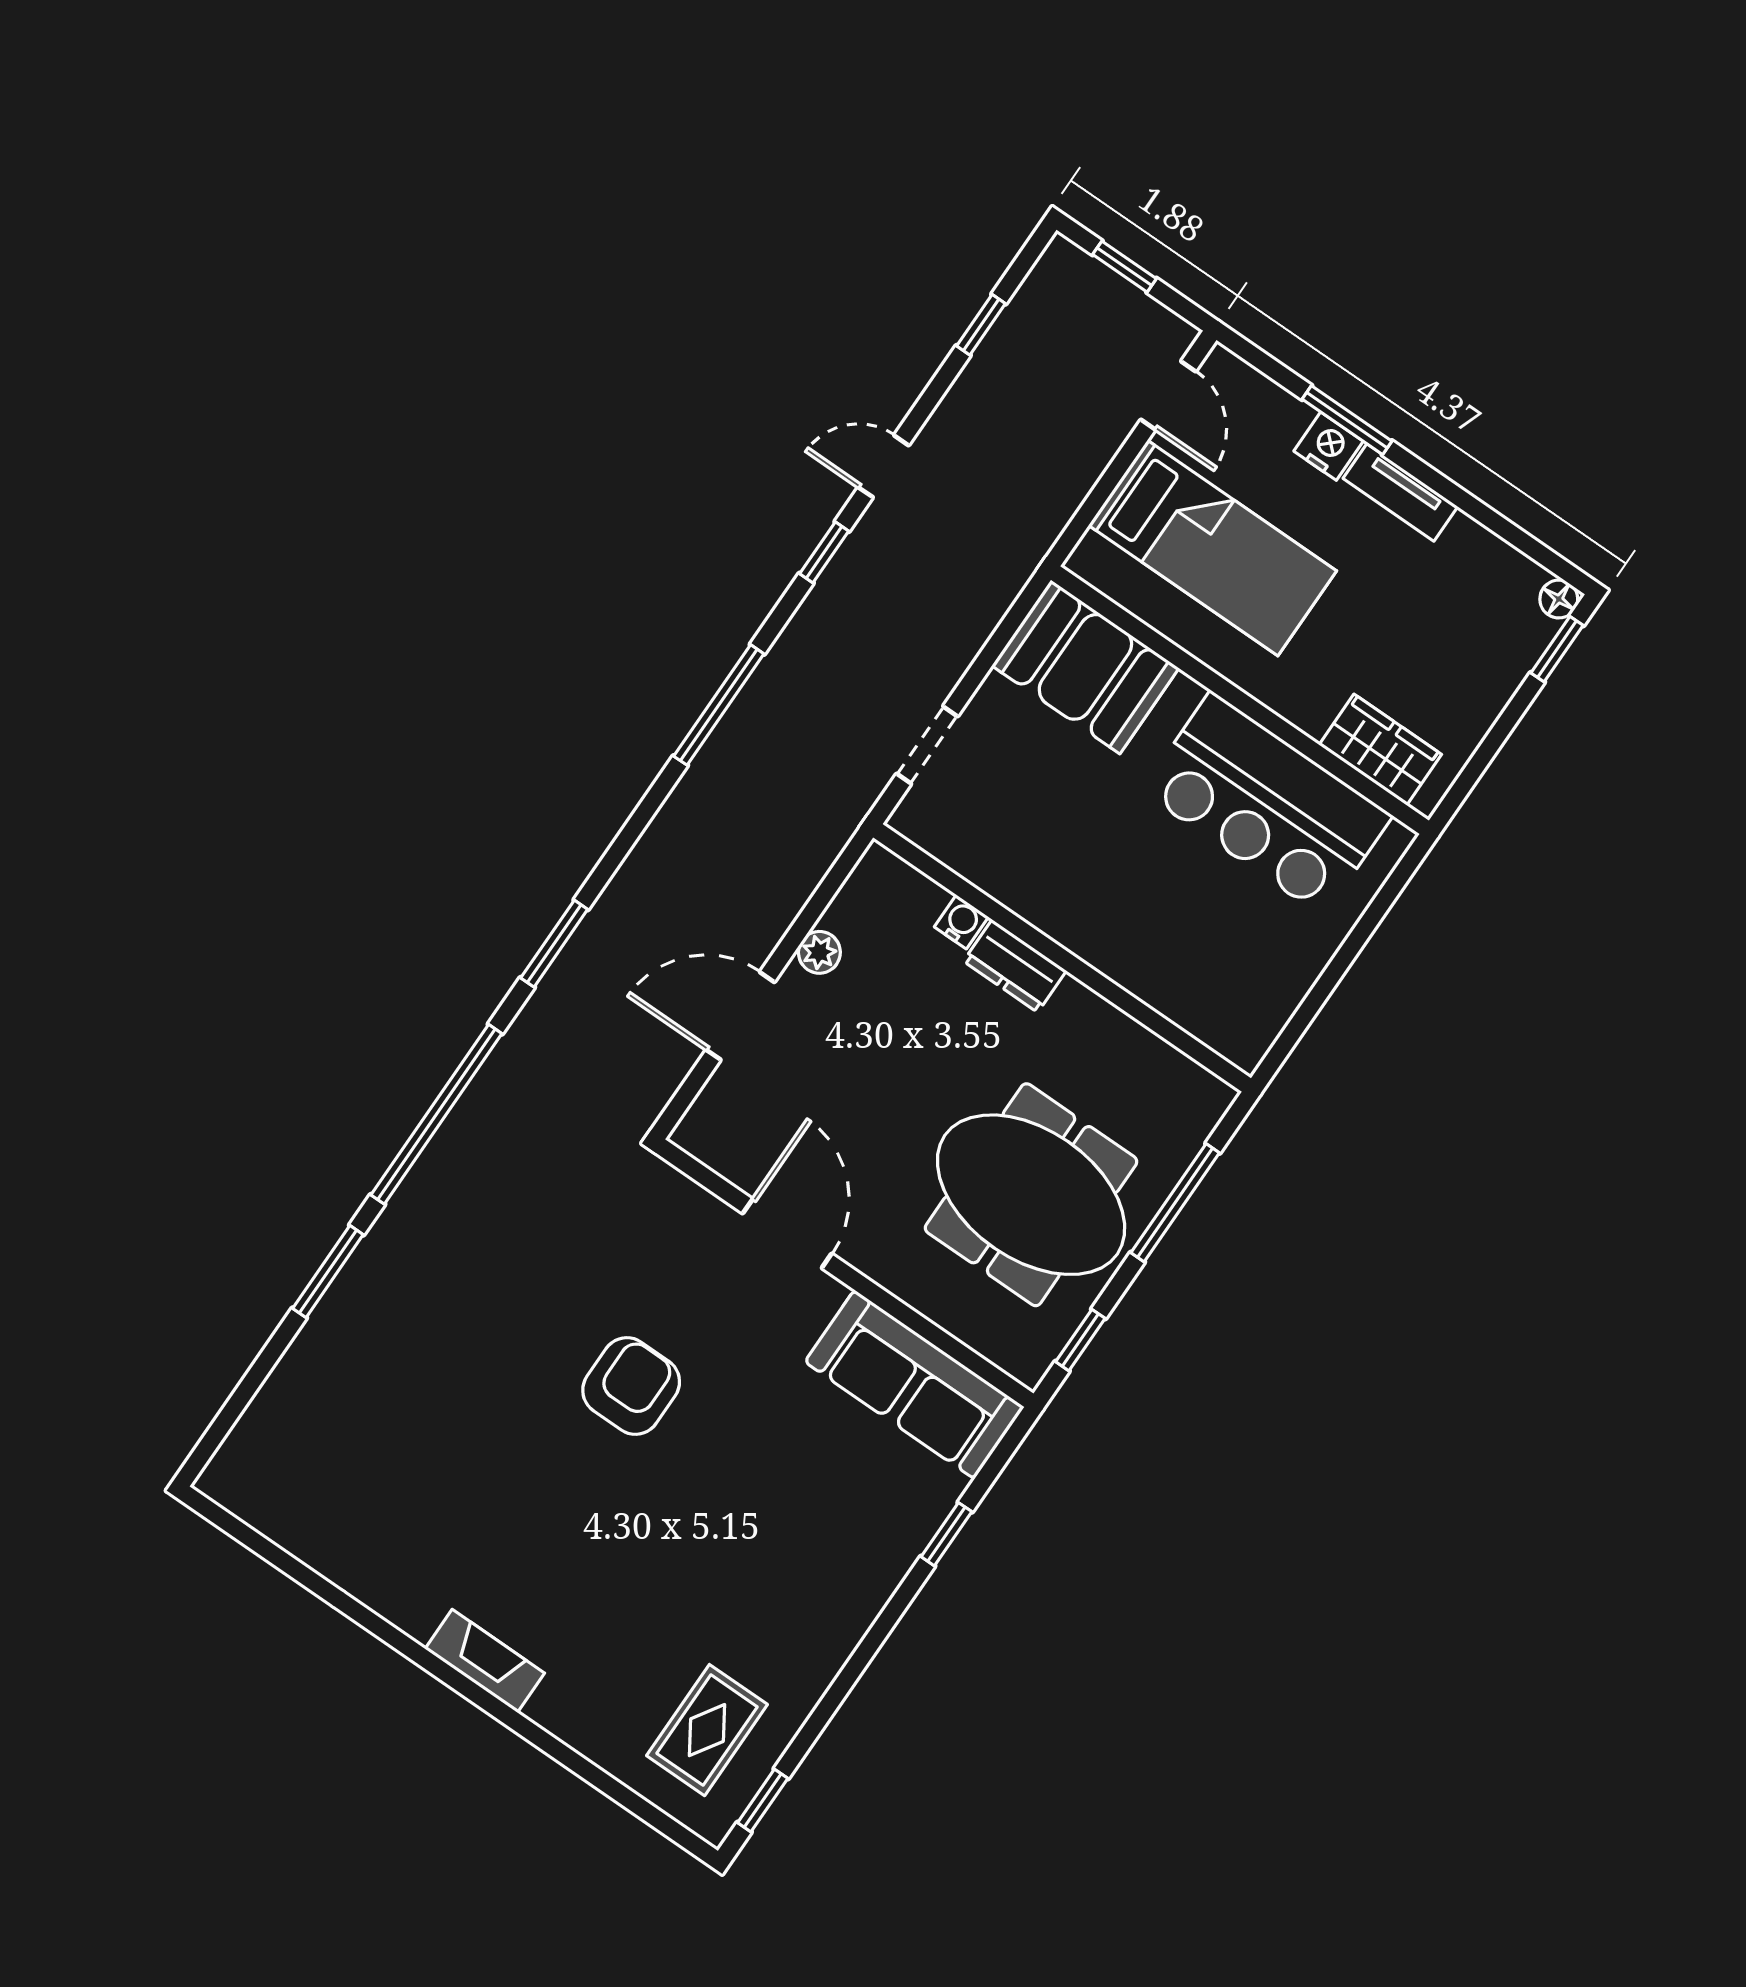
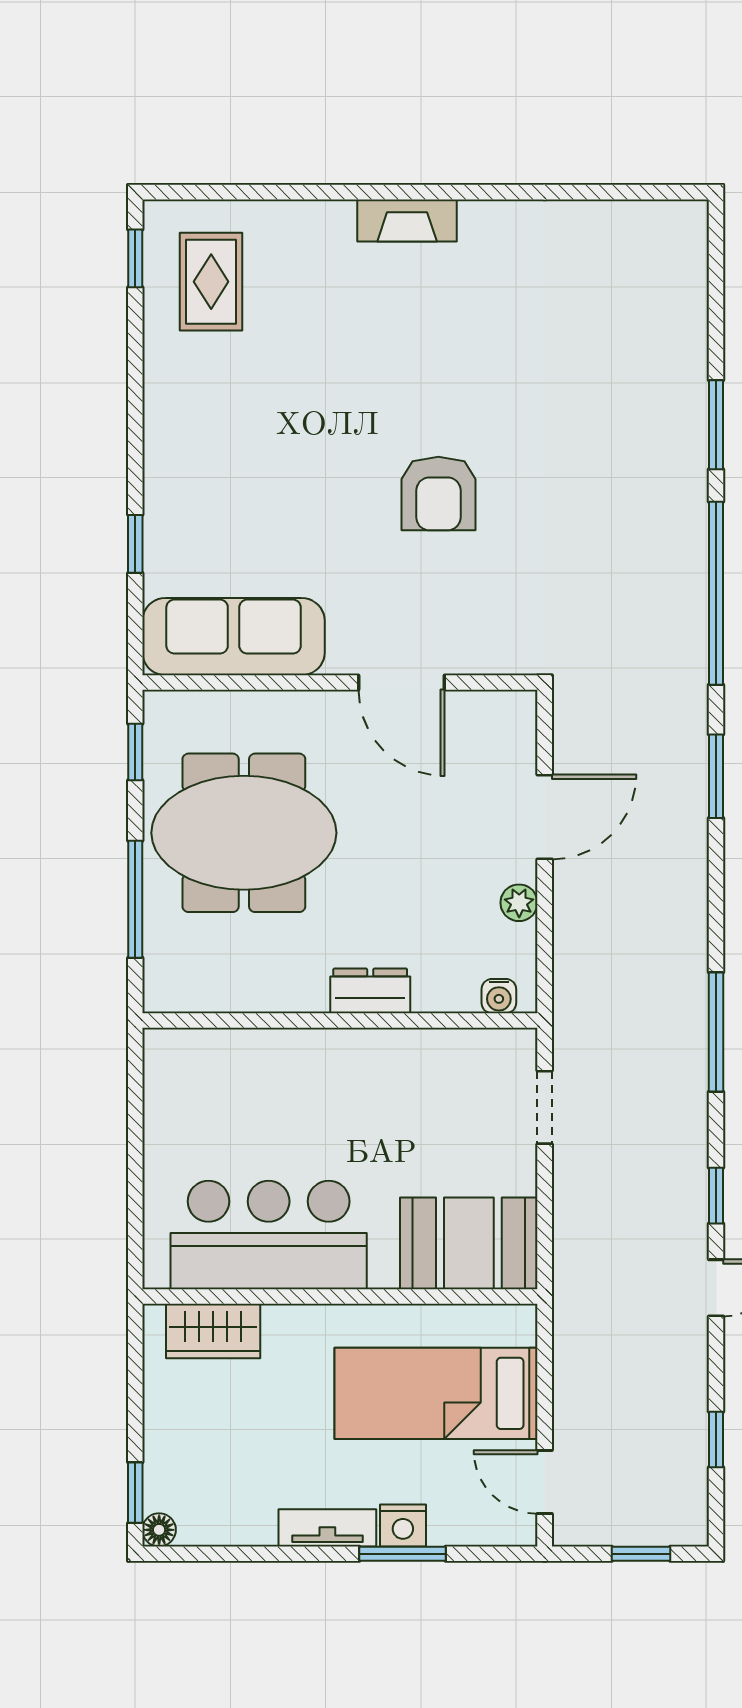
water cooler: (961, 922) -> (499, 996), moved

